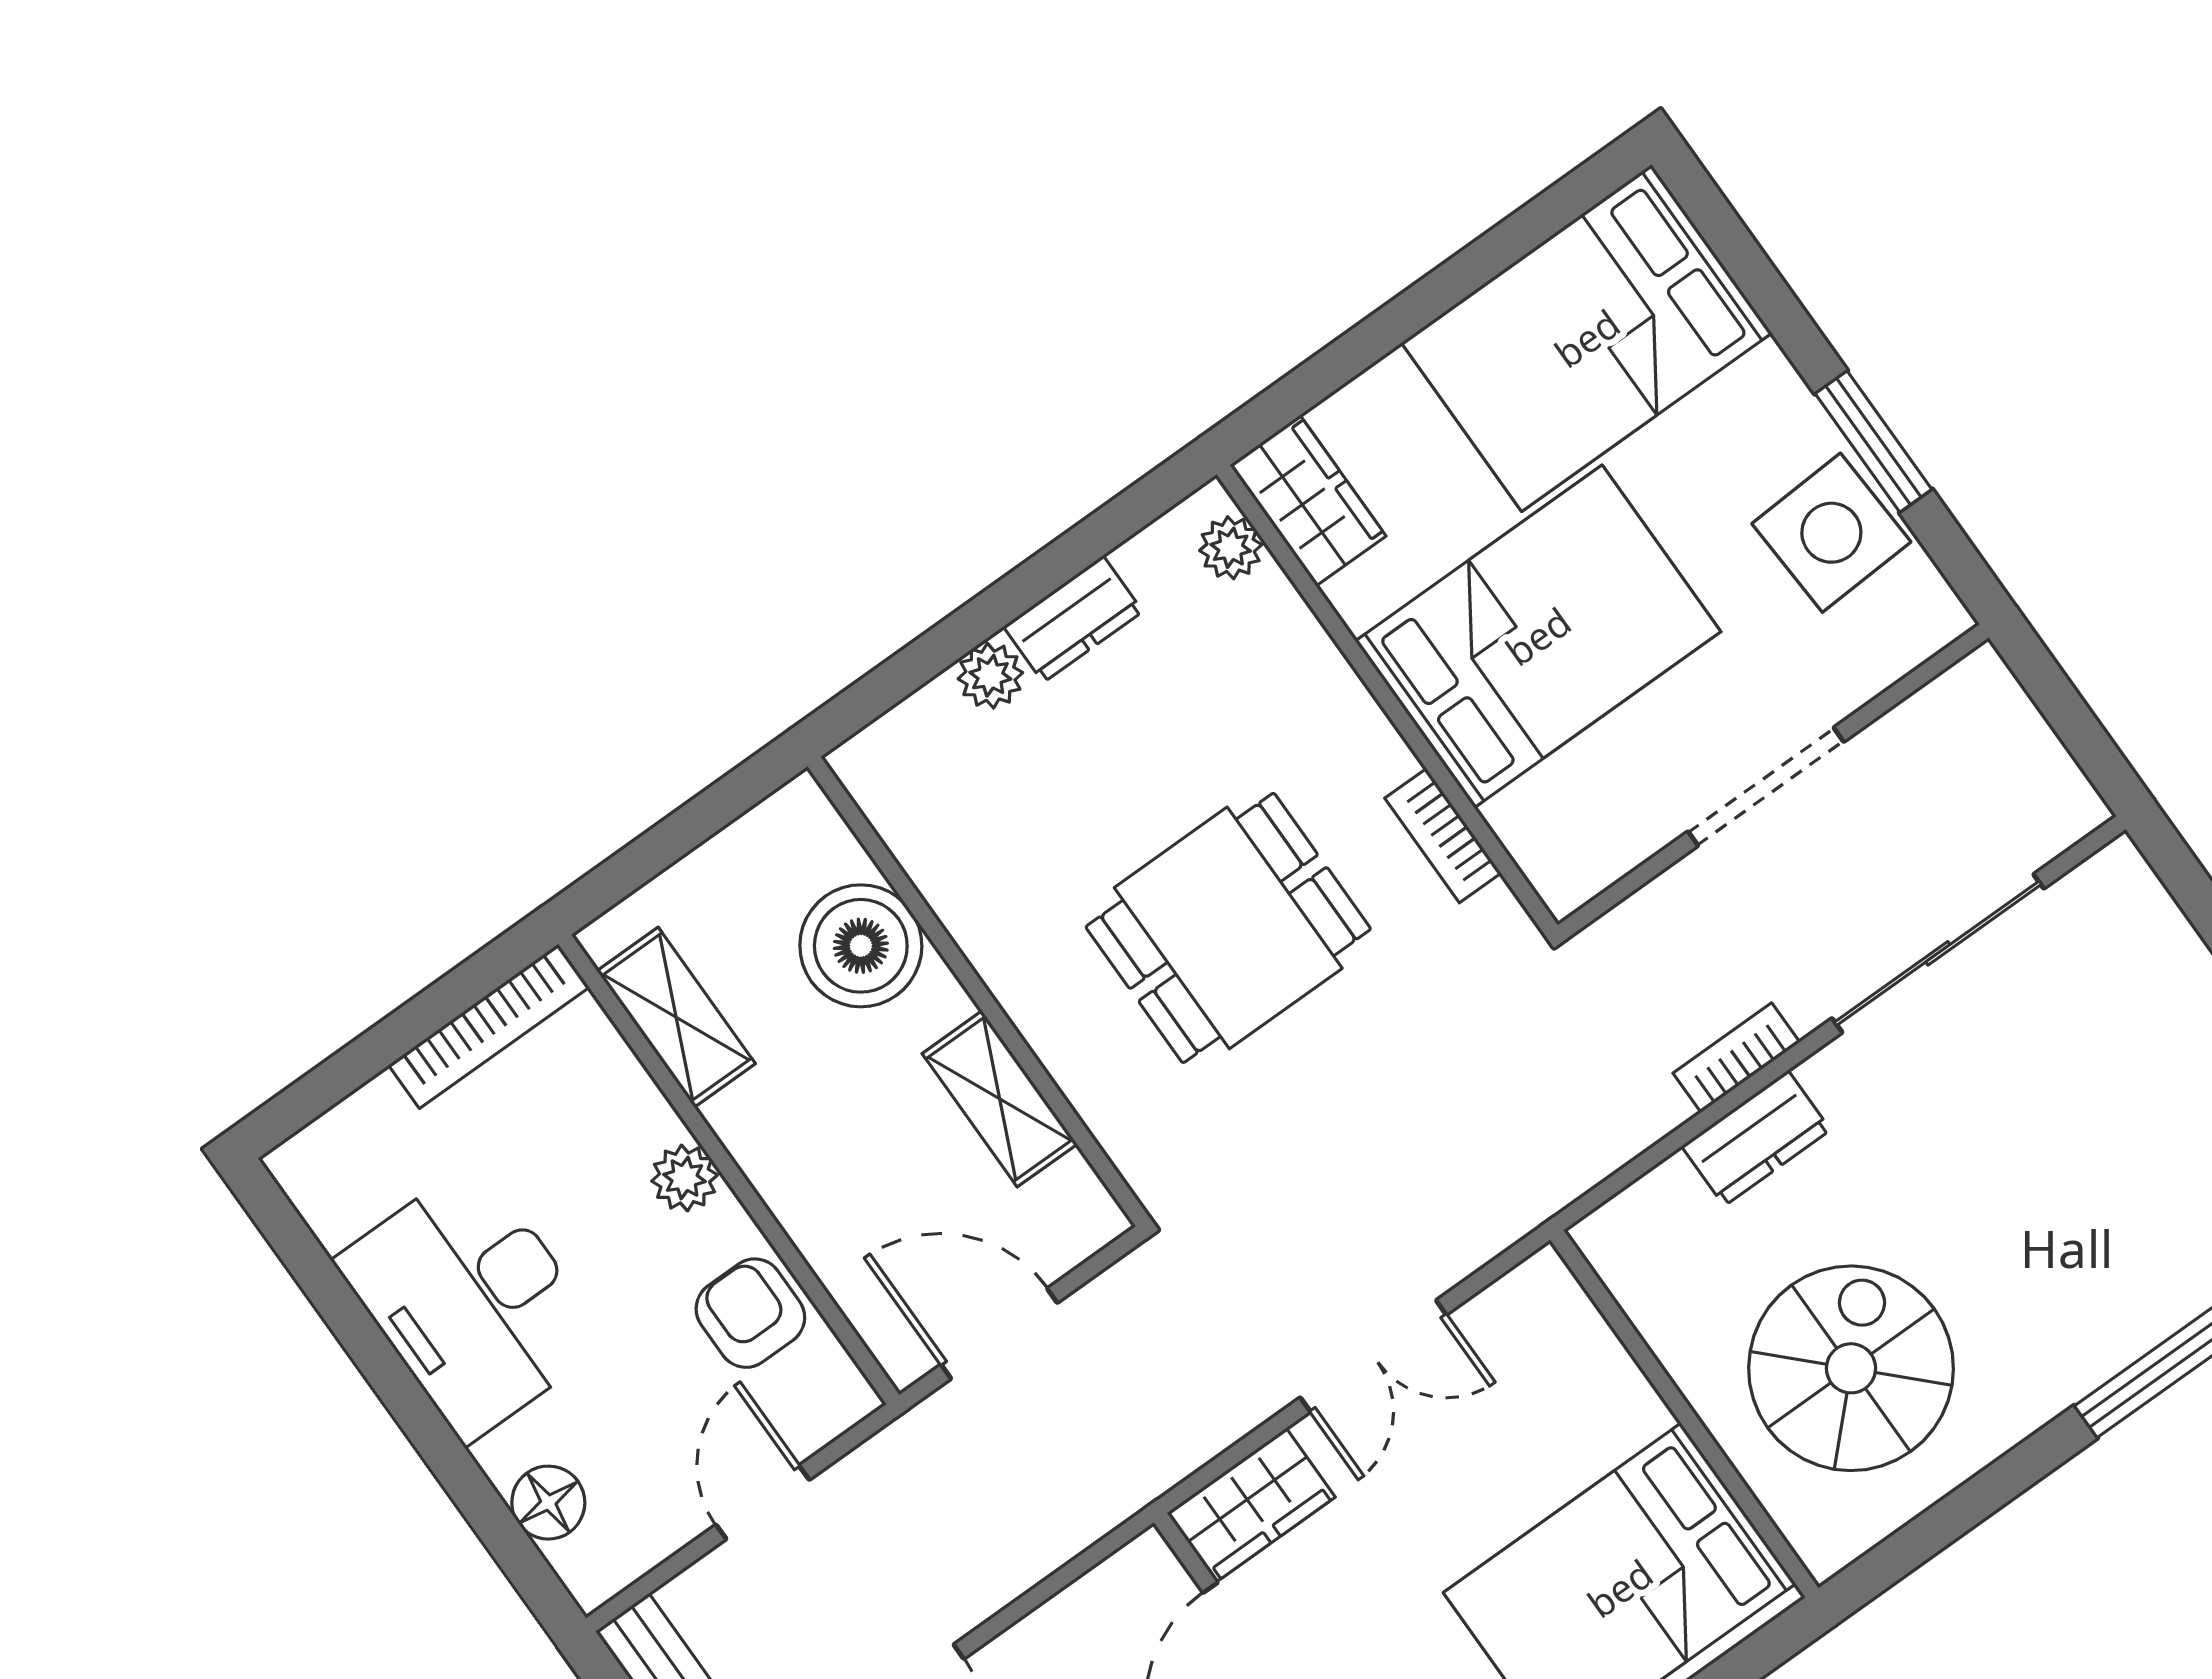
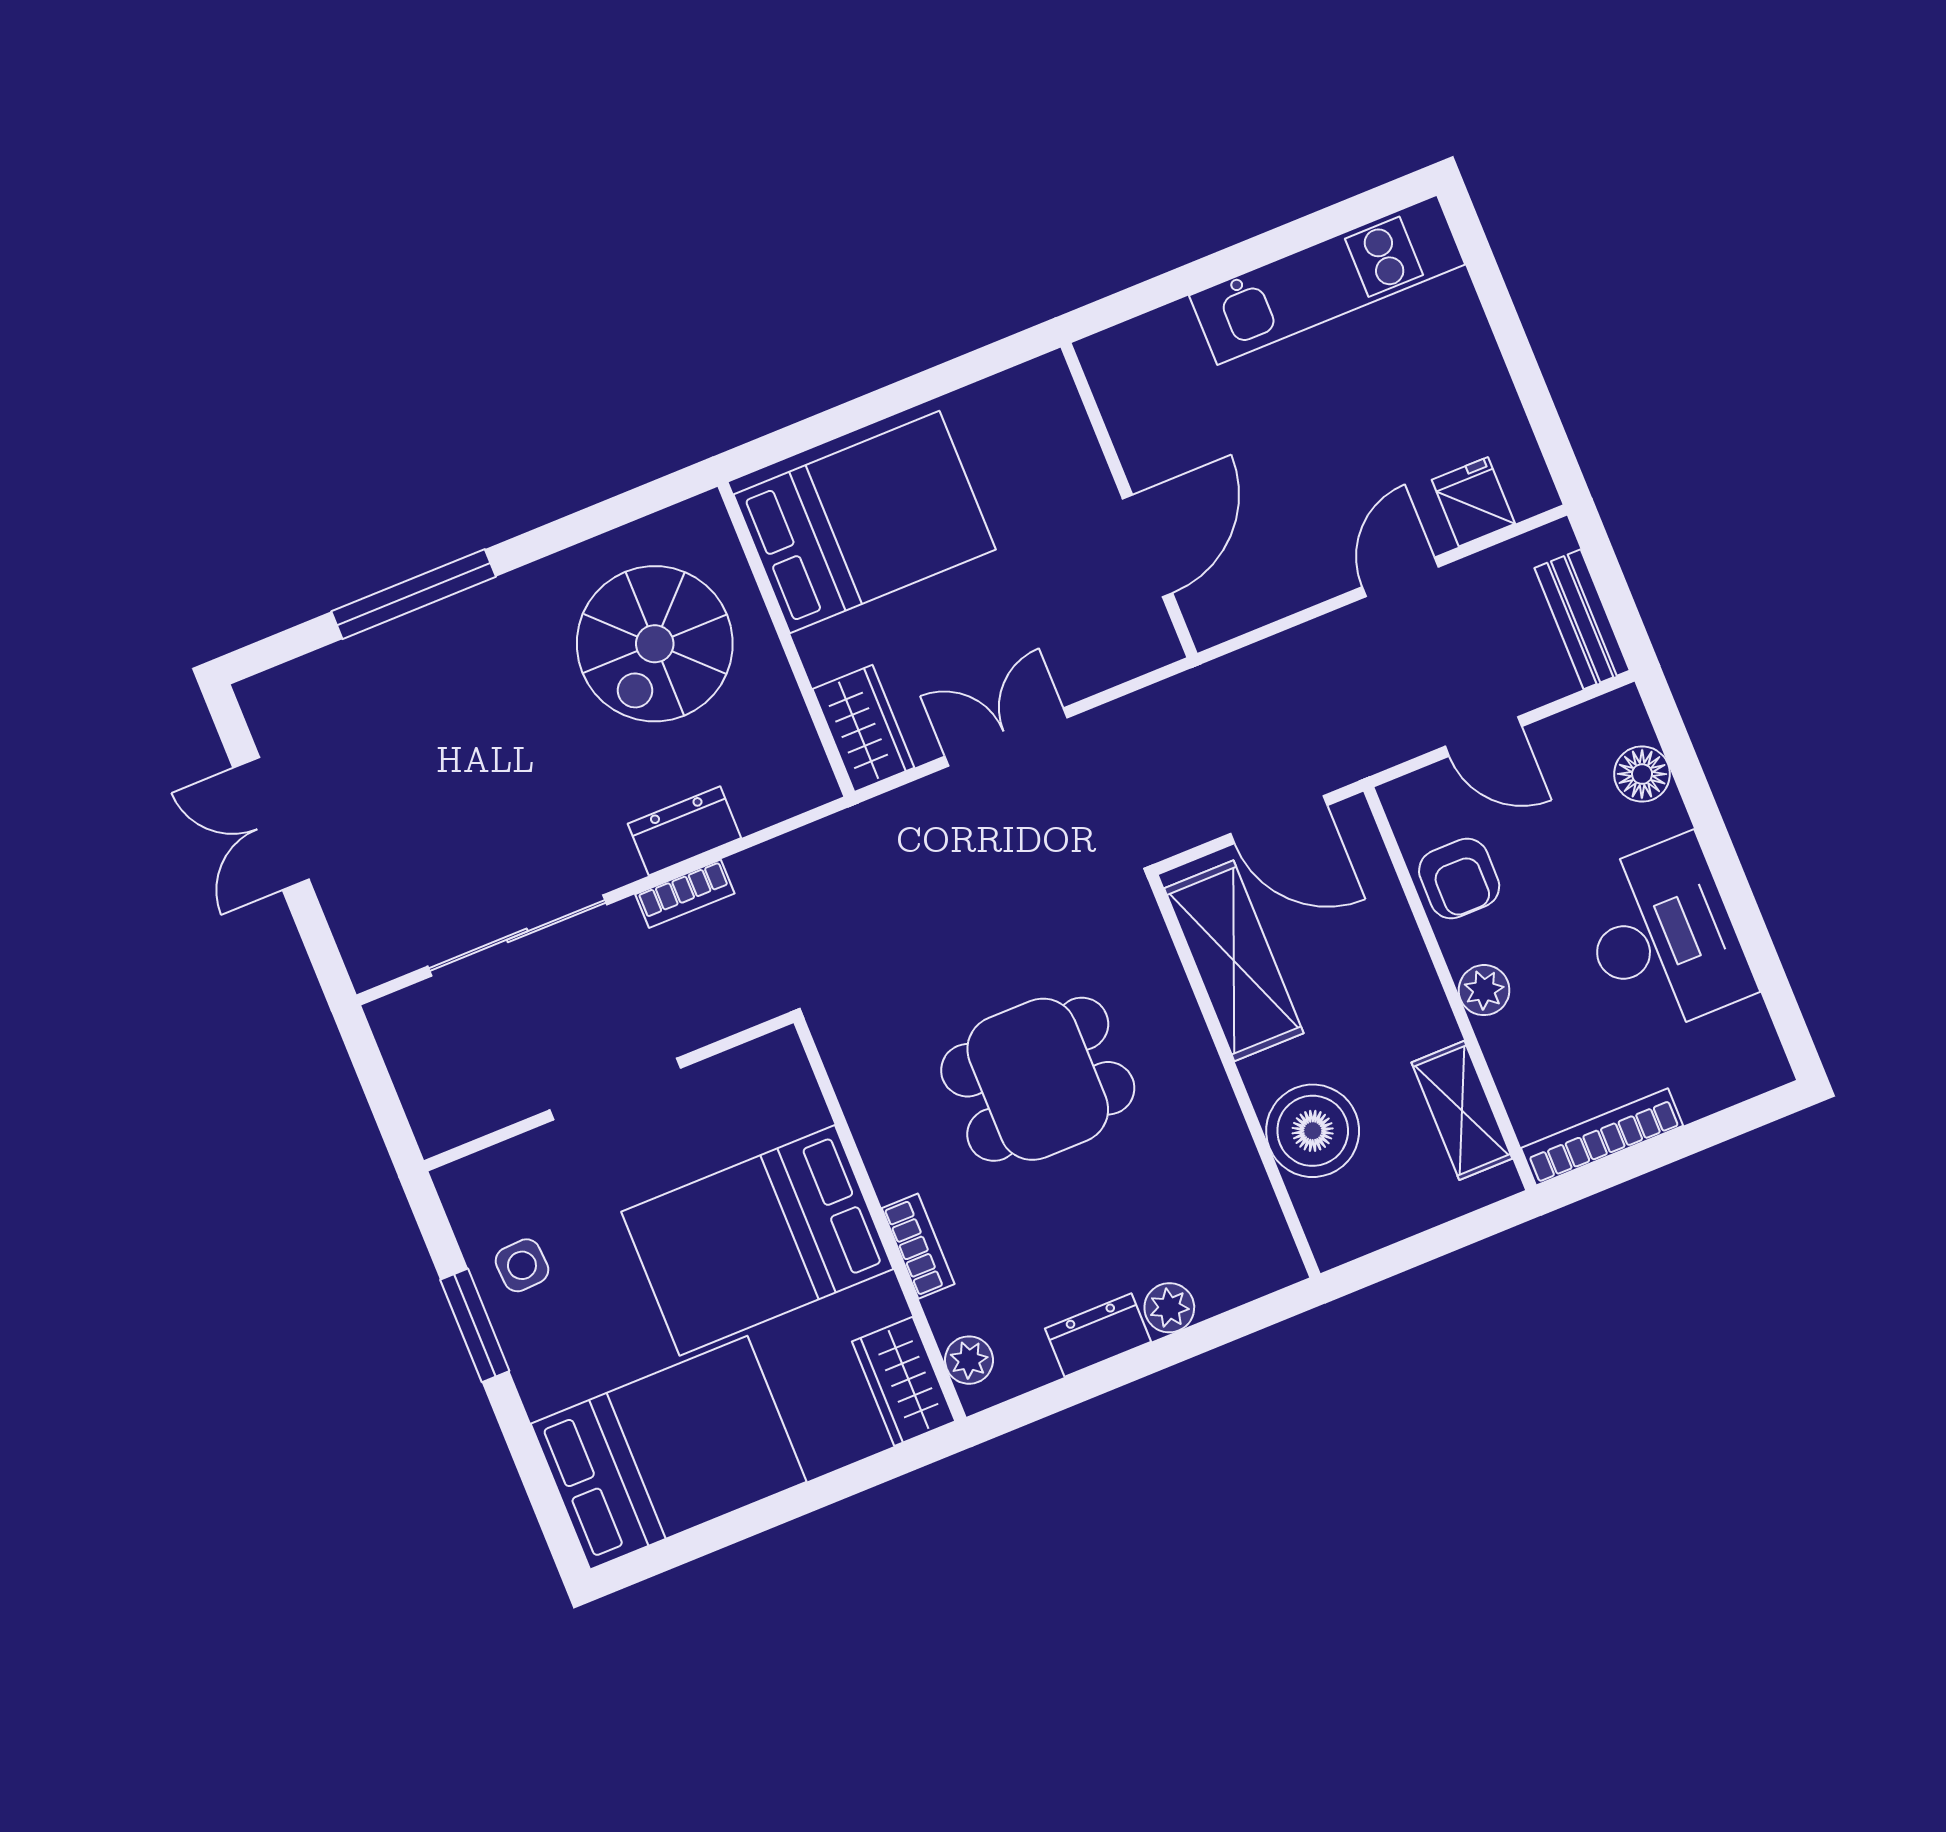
side table: (1831, 533) -> (522, 1265), width x0.54, depth x0.54
bookcase: (1443, 836) -> (918, 1246), moved
shelving: (1000, 1099) -> (1234, 961), width x1.50, depth x1.33
door: (763, 1502) -> (1483, 736), hinge flipped
wardrobe: (1251, 1505) -> (863, 728), moved, turned 90

